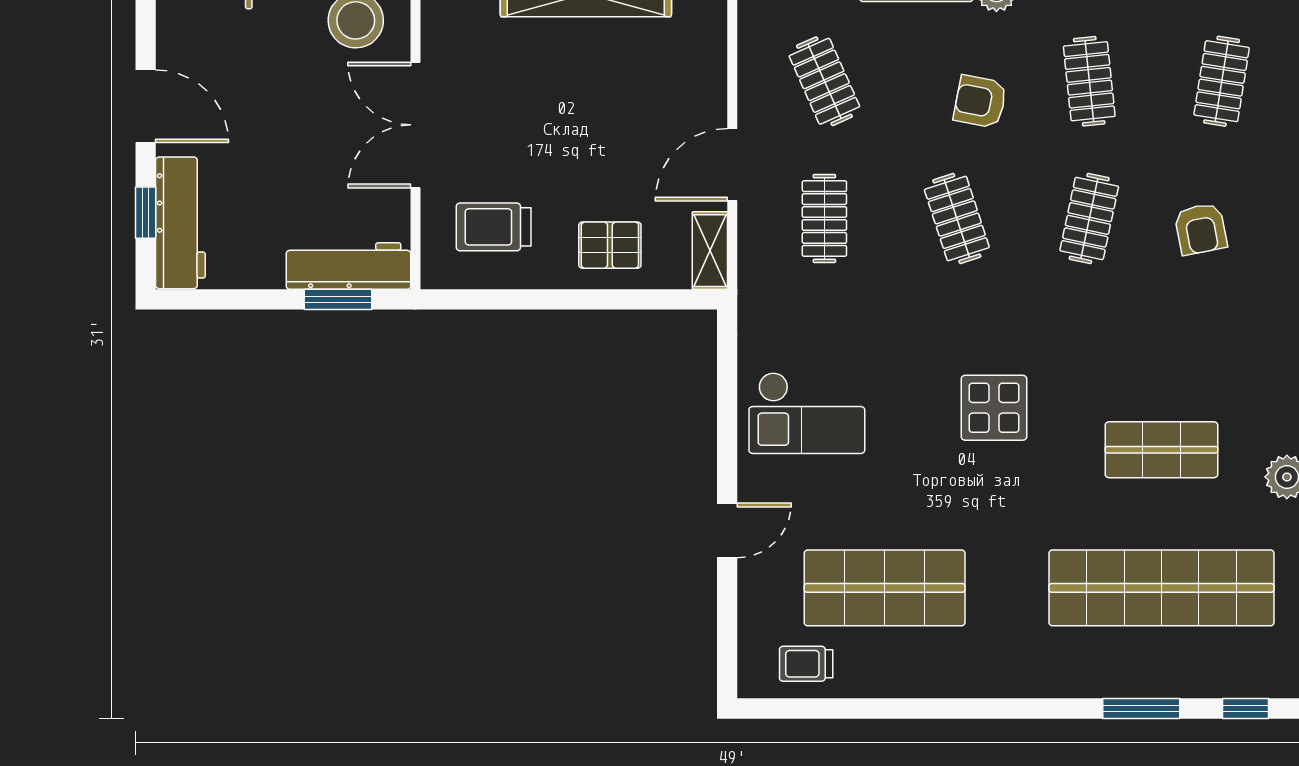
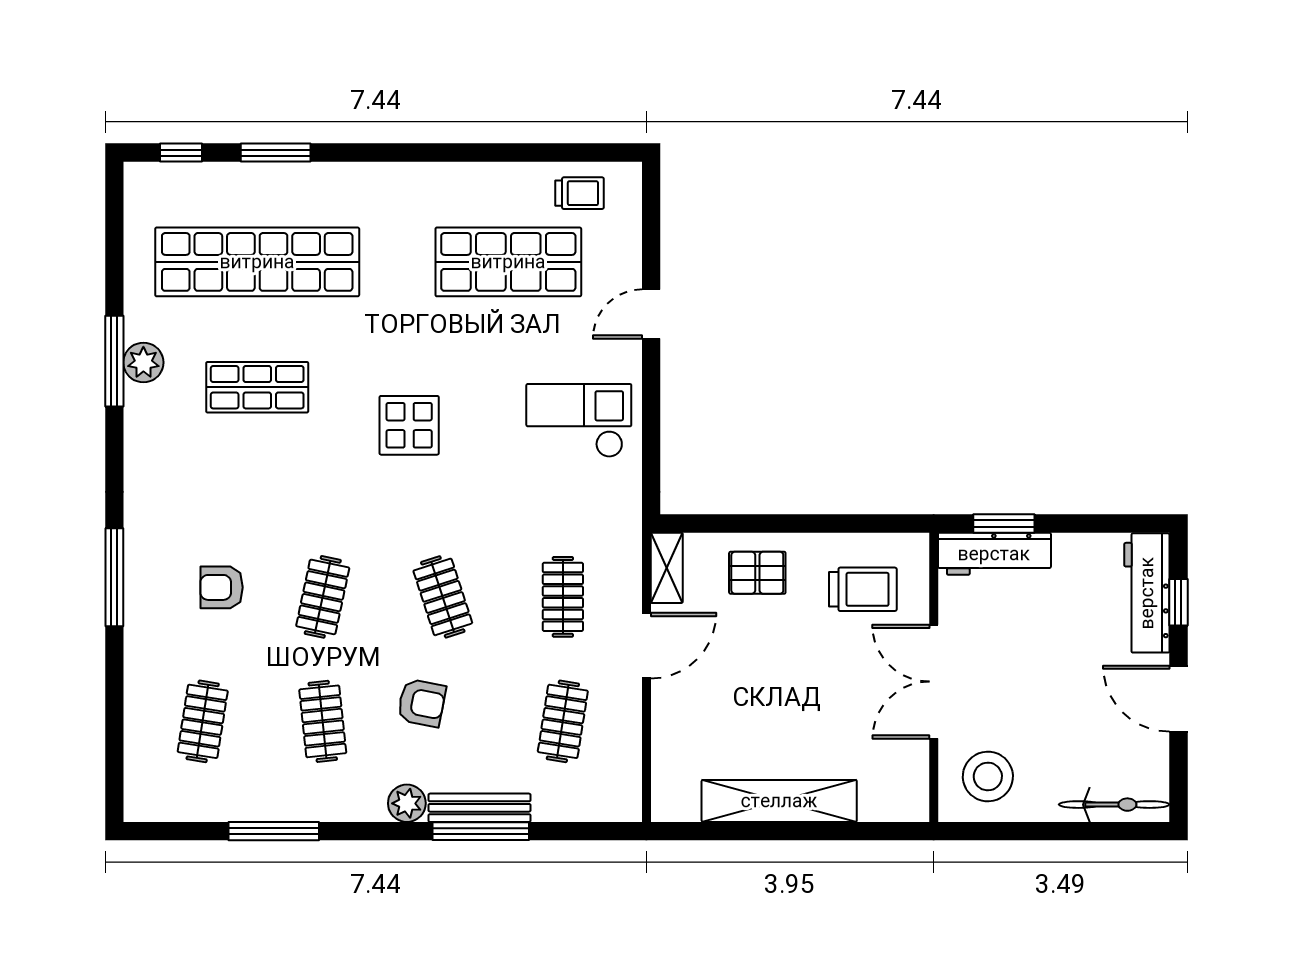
clothes rail: (824, 81) -> (563, 721), turned 33
double door: (415, 125) -> (934, 682), swing flipped
armchair: (1201, 229) -> (222, 587), turned -79

